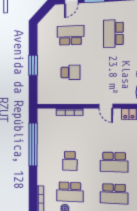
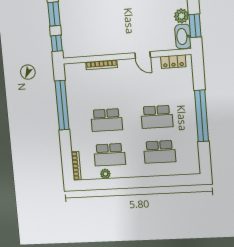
school desk: (71, 72) -> (99, 19), removed
window: (33, 91) -> (57, 43), added
school desk: (70, 161) -> (107, 120), width x1.85

